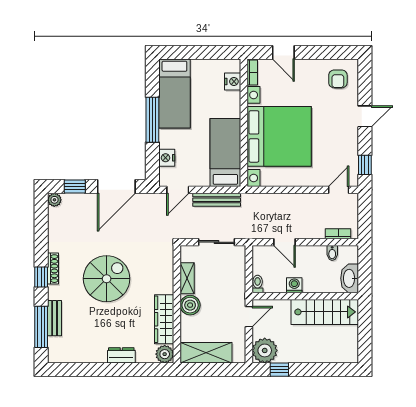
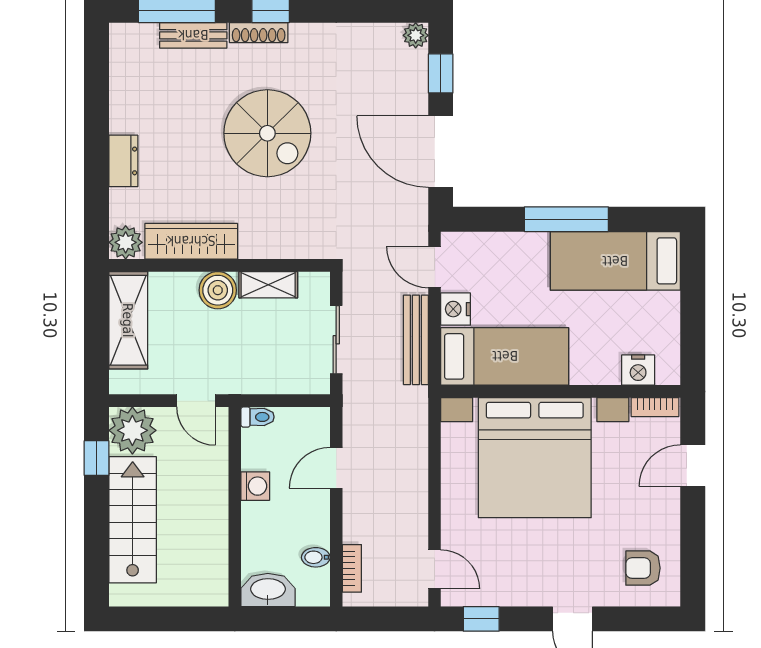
nightstand: (167, 158) -> (456, 309), moved, turned -90
shoe rack: (53, 269) -> (259, 33), moved
stairs: (325, 312) -> (133, 520), moved, turned 180

